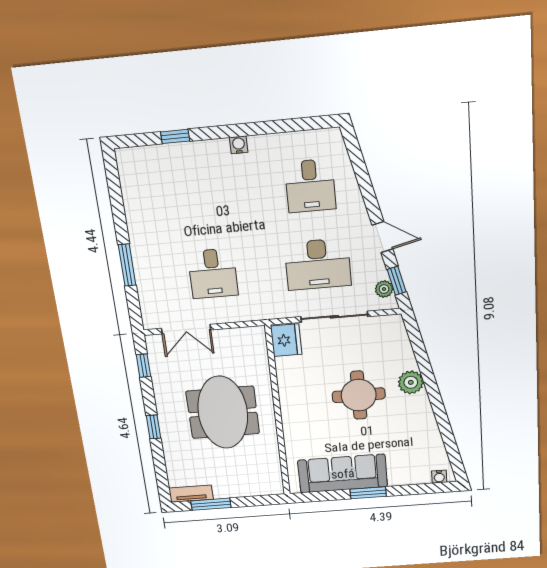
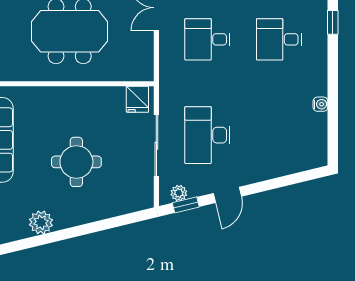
water cooler: (239, 145) -> (320, 104), moved
desk: (310, 186) -> (279, 39), moved
fridge: (286, 340) -> (137, 99), width x0.72
plant: (411, 382) -> (41, 222), moved

